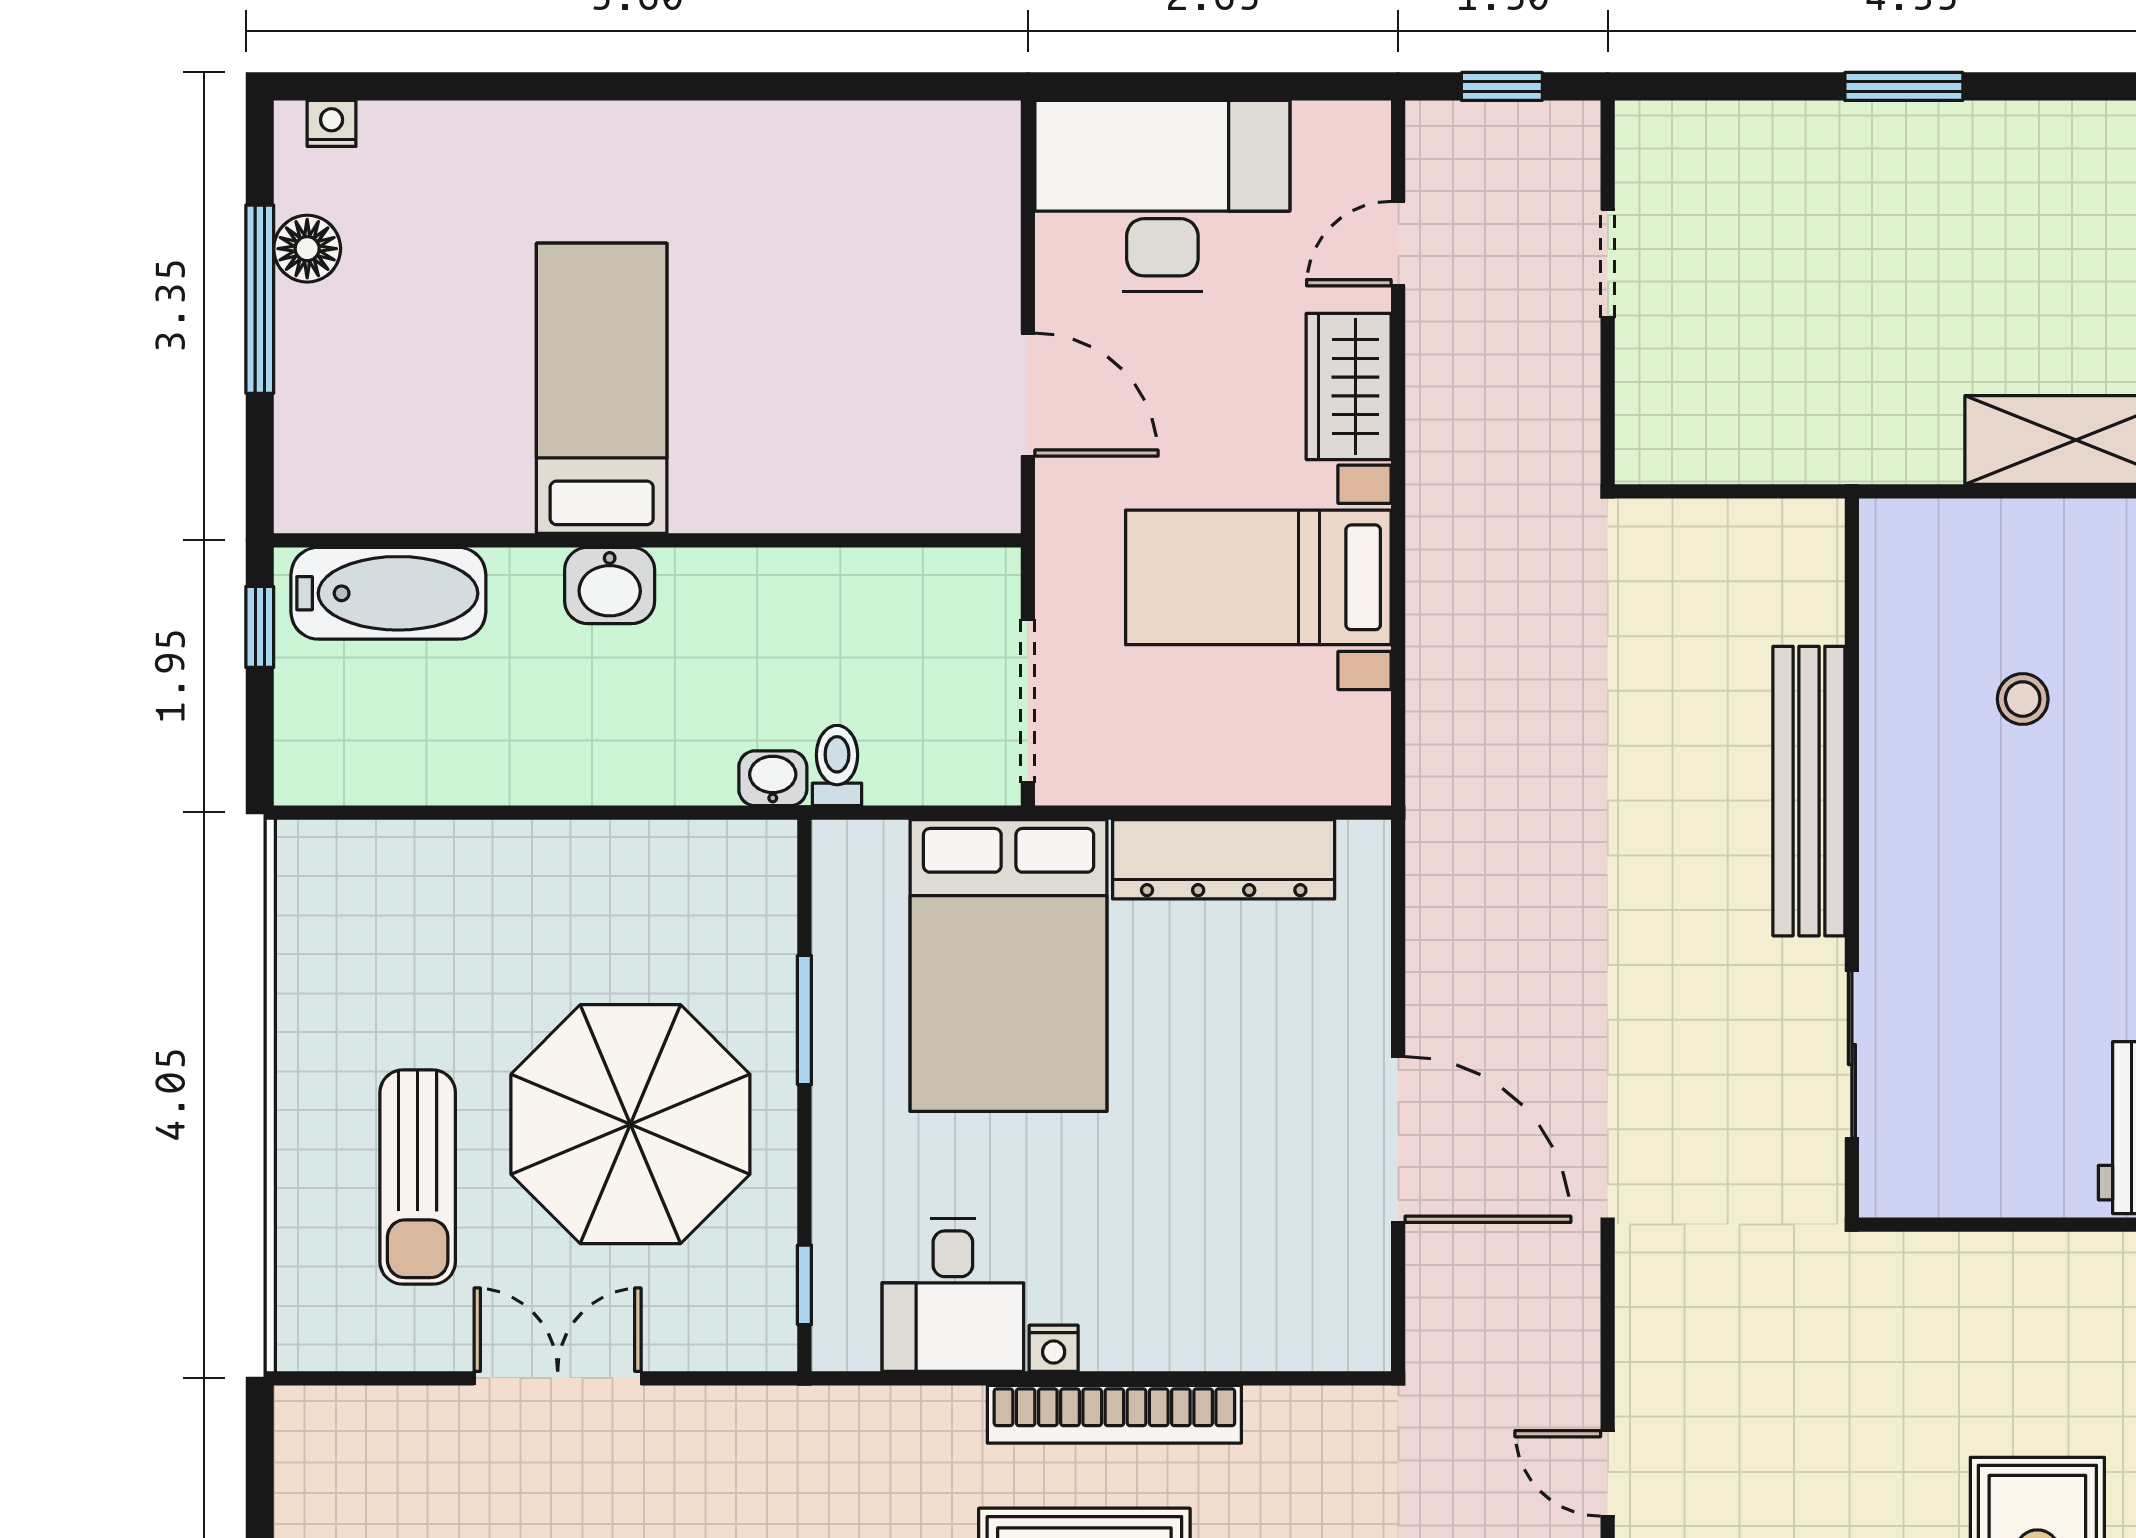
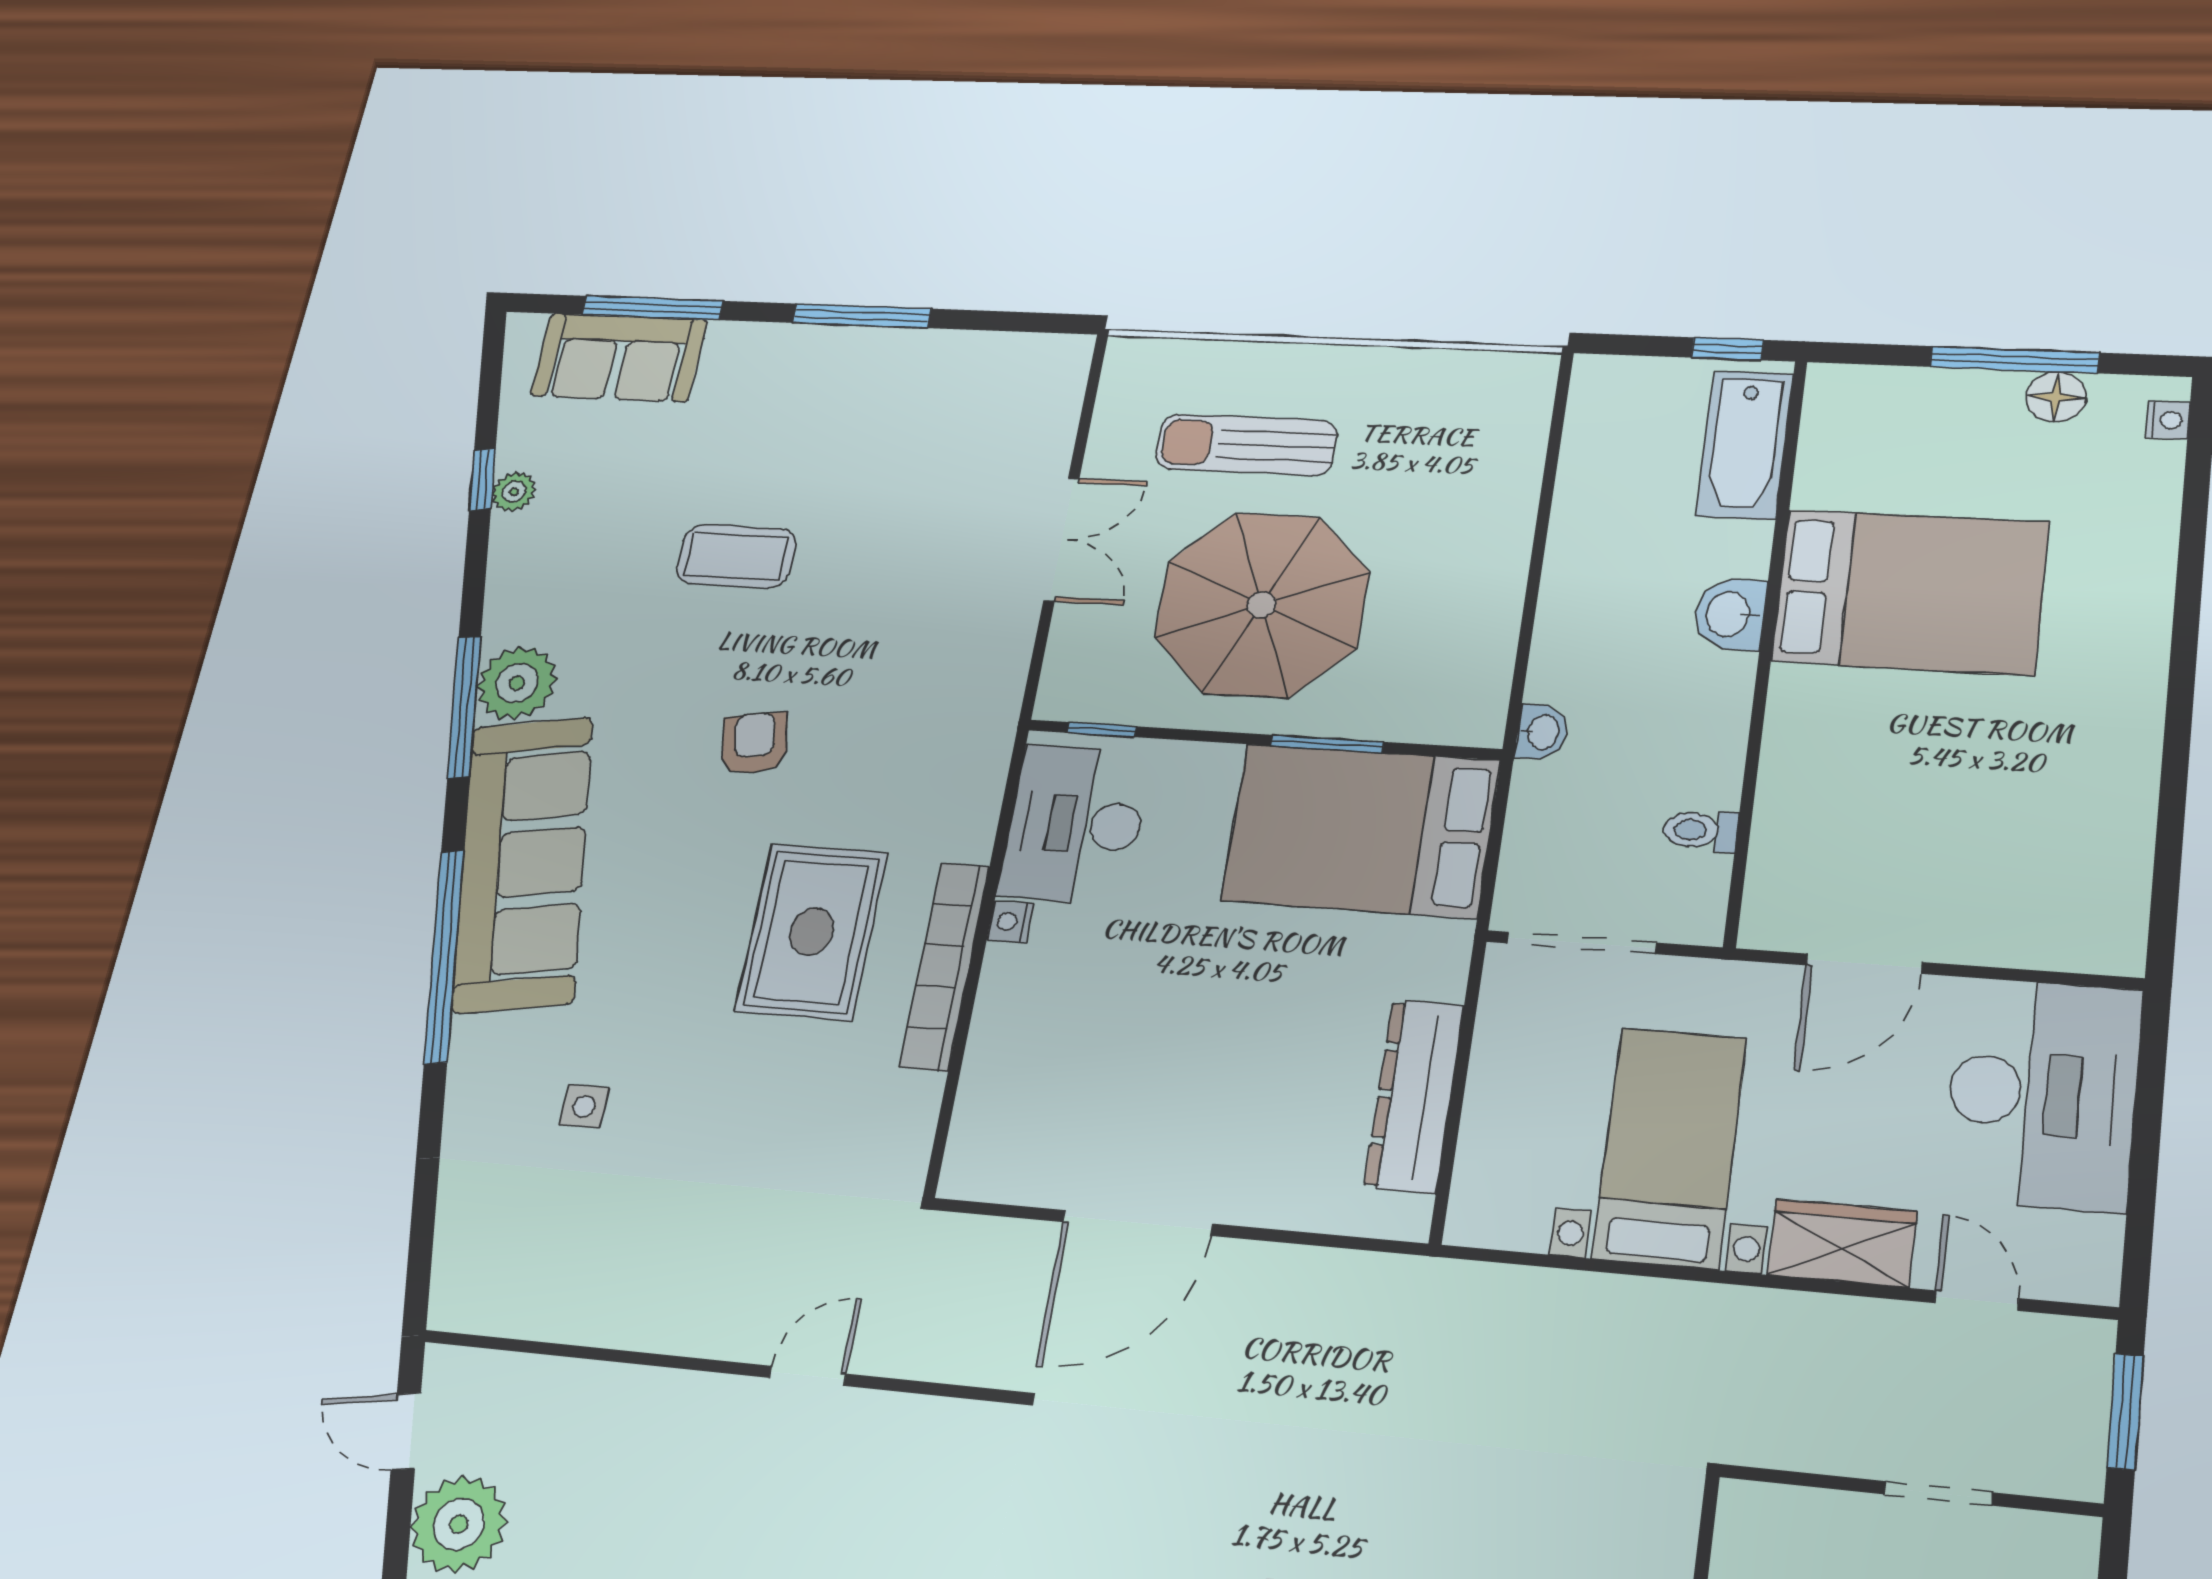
window: (1502, 86) -> (2125, 1412), width x1.50
bed: (602, 388) -> (1910, 592), width x1.50
toilet: (837, 766) -> (1700, 830), moved, turned 180
bed: (1009, 966) -> (1361, 830), moved
desk: (953, 1295) -> (1075, 824), width x1.37

